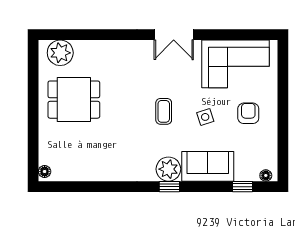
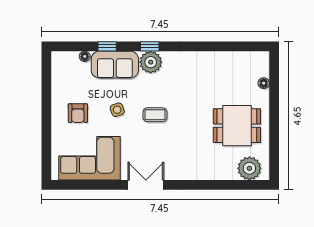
coffee table: (164, 111) -> (155, 115), turned 90
floor lamp: (45, 172) -> (264, 83), moved
floor lamp: (266, 175) -> (85, 56), moved
window: (243, 187) -> (107, 46), moved

